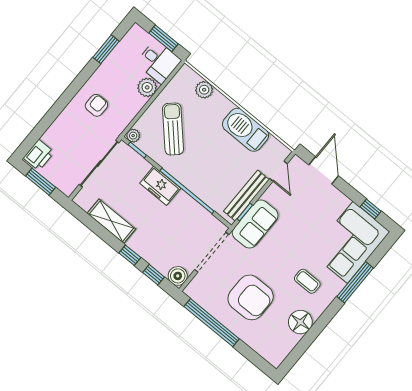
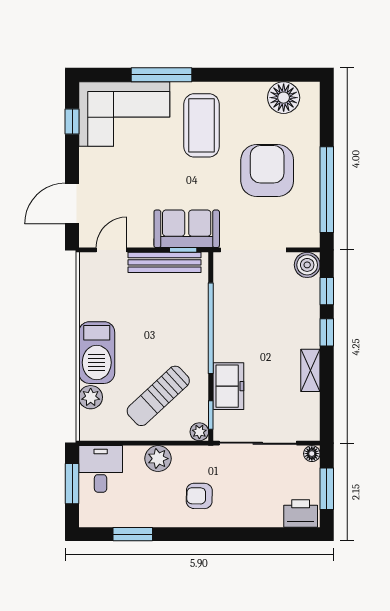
plant: (147, 87) -> (158, 459), moved
barbecue: (246, 130) -> (97, 353), moved
freezer: (160, 186) -> (228, 386), moved
floor lamp: (68, 190) -> (312, 454), added
shelving: (111, 221) -> (310, 370), width x0.67, depth x0.75
coffee table: (307, 281) -> (202, 125), width x1.86, depth x1.72
floor lamp: (300, 322) -> (284, 98), moved

